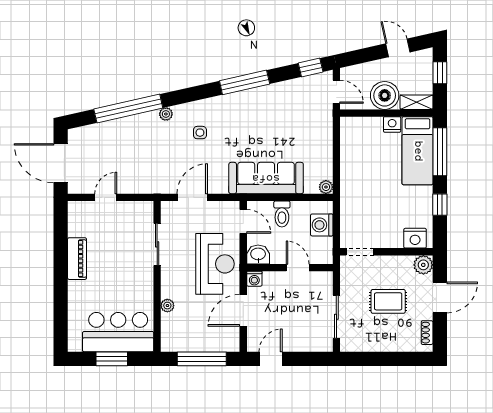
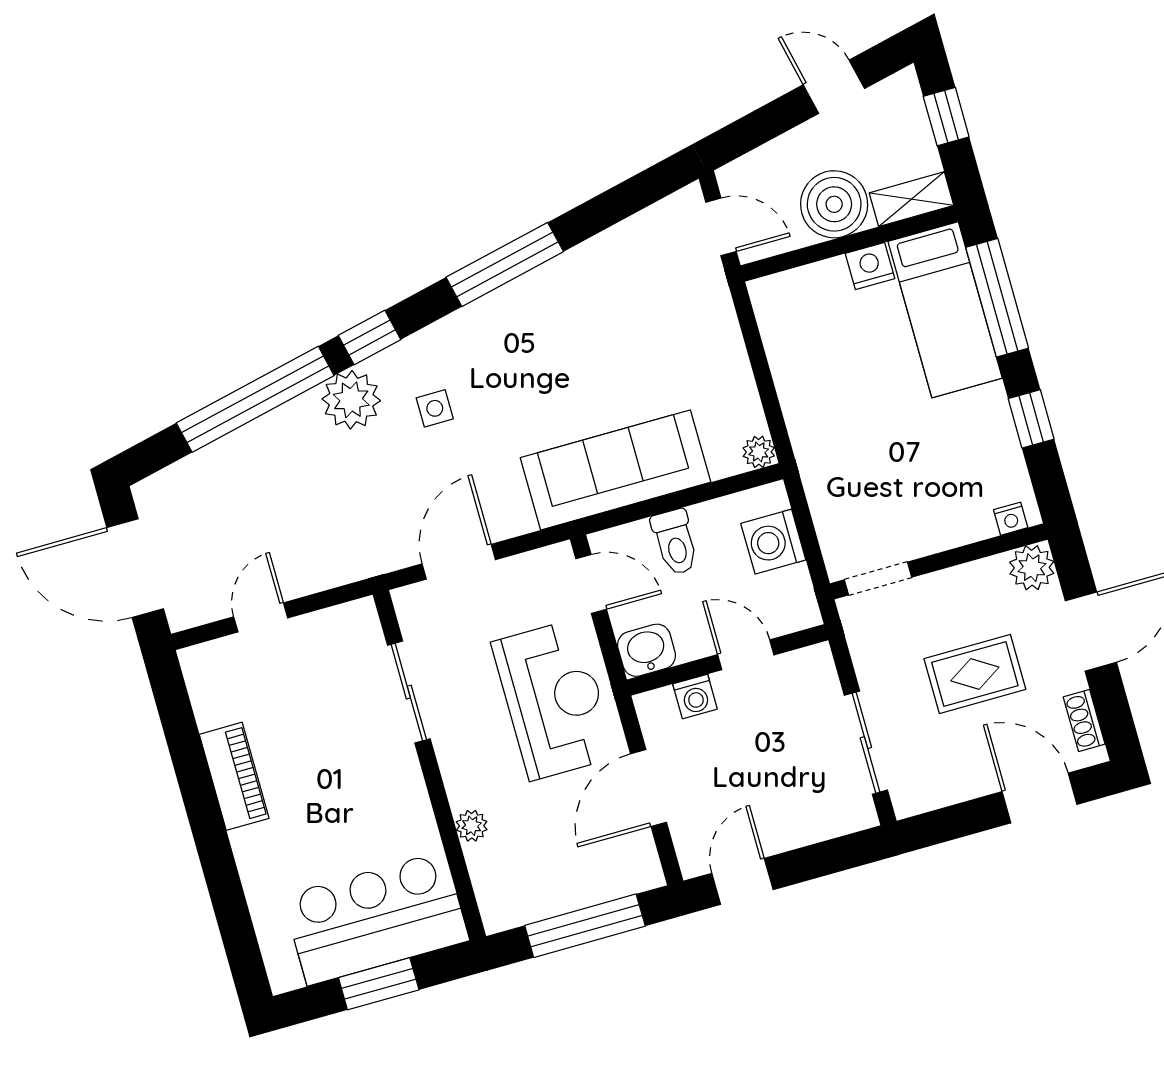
window: (311, 67) -> (370, 337), moved
plant: (166, 114) -> (351, 400), width x1.87, depth x1.87
nightstand: (415, 238) -> (1011, 519), width x0.53, depth x0.56
washing machine: (254, 279) -> (695, 696), moved
door: (400, 359) -> (1039, 798), added

